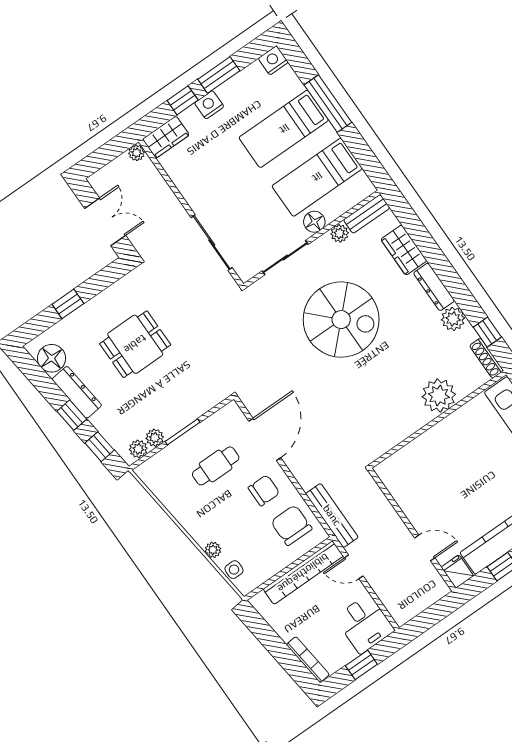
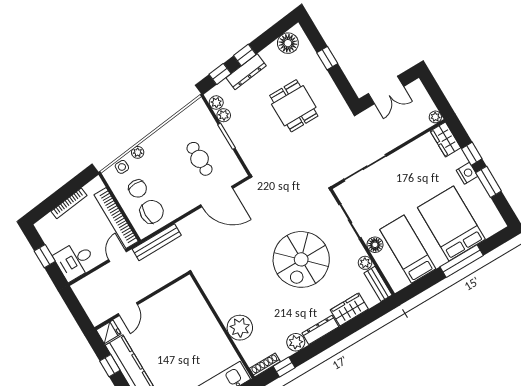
nightstand: (273, 60) -> (497, 223), removed
bed: (284, 129) -> (451, 223), width x1.50
dresser: (77, 392) -> (246, 72), moved
chair: (264, 490) -> (138, 189), moved
bookcase: (308, 660) -> (69, 203), moved

